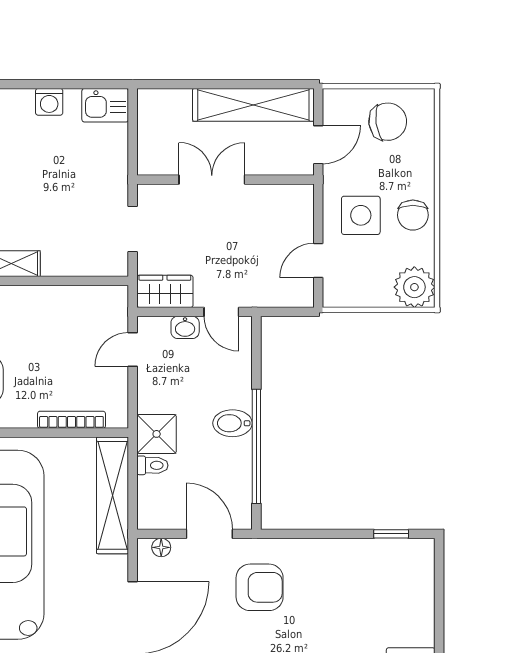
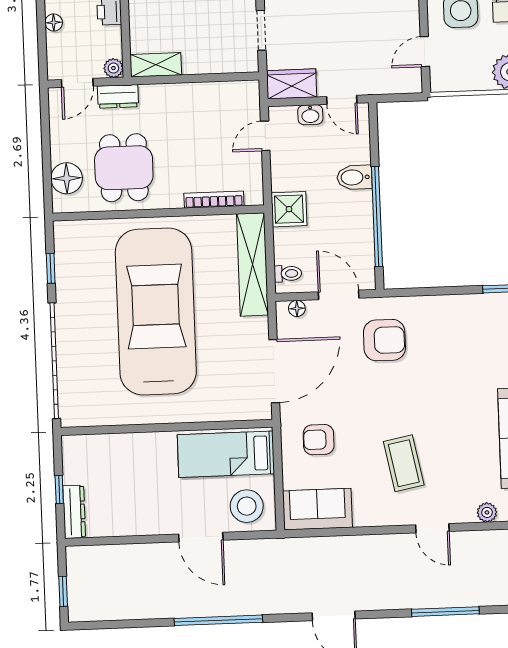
bidet: (232, 423) -> (354, 177), moved
toilet: (152, 465) -> (288, 274), moved

